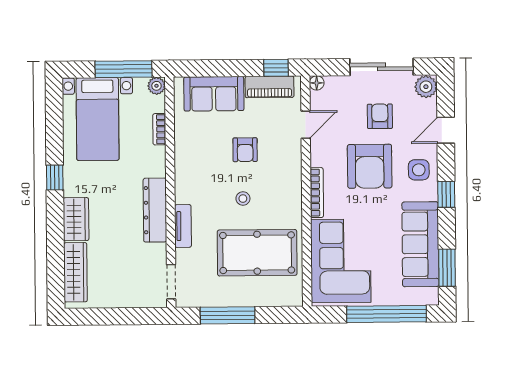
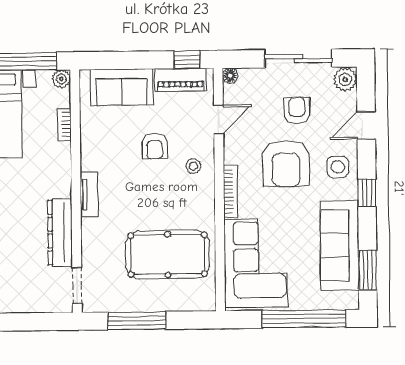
stool: (243, 199) -> (193, 166), moved
dresser: (155, 210) -> (60, 232), moved
tv unit: (183, 226) -> (89, 195), moved

